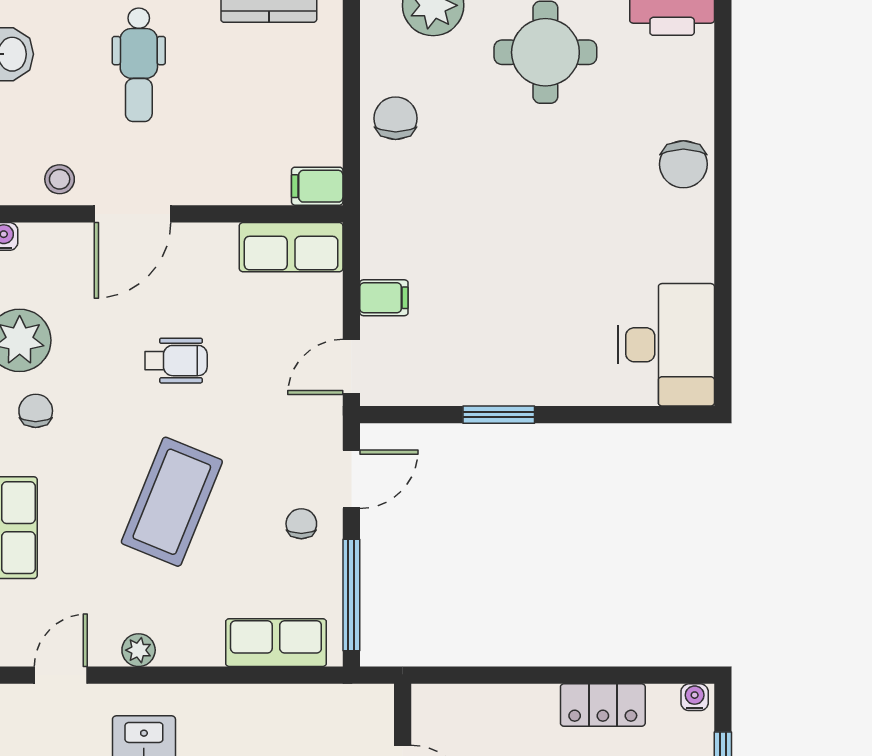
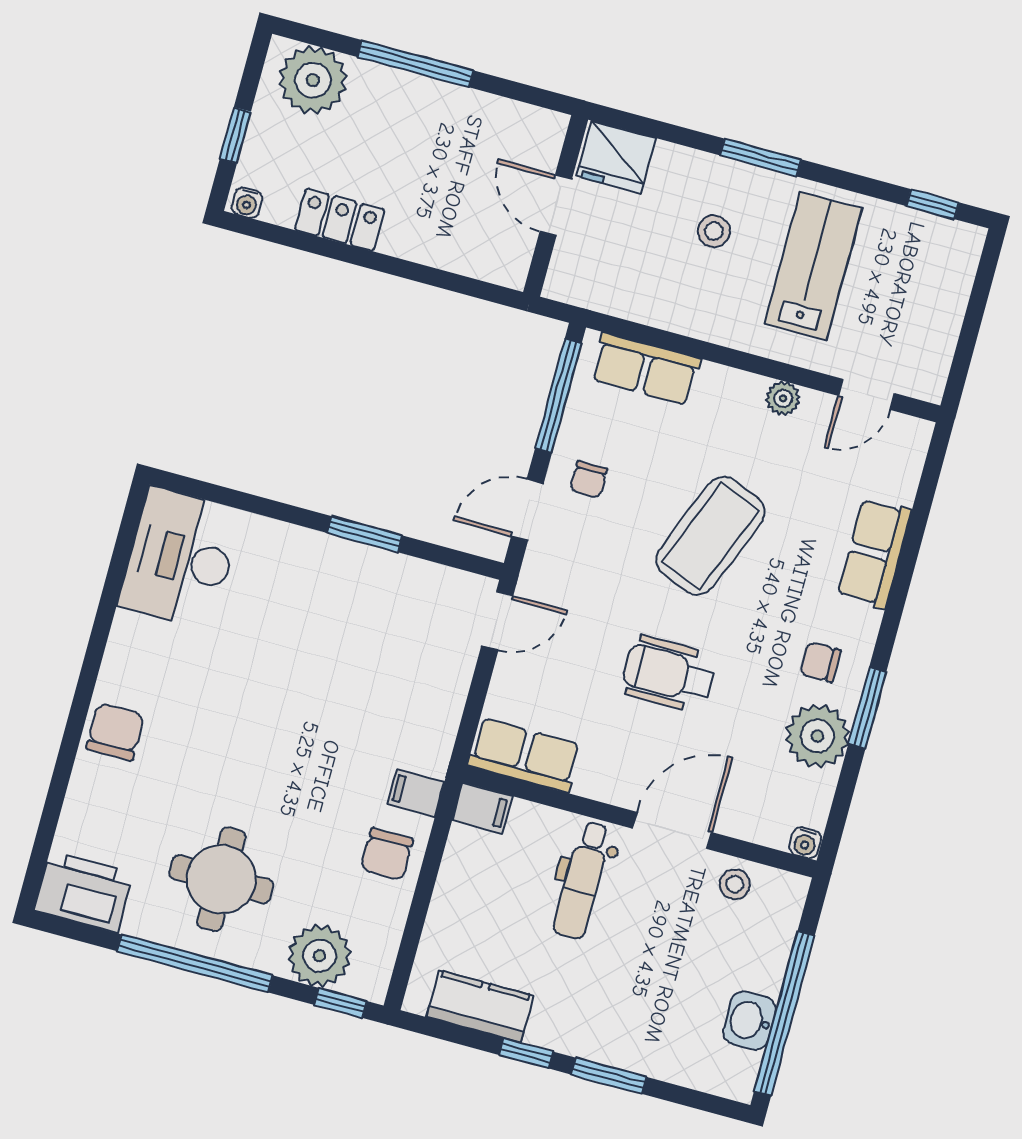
dental chair: (139, 65) -> (582, 880), moved, turned 180
filing cabinet: (384, 298) -> (416, 793), moved
wheelchair: (176, 361) -> (668, 674), width x1.36, depth x1.37
chair: (36, 411) -> (820, 662), turned 90

